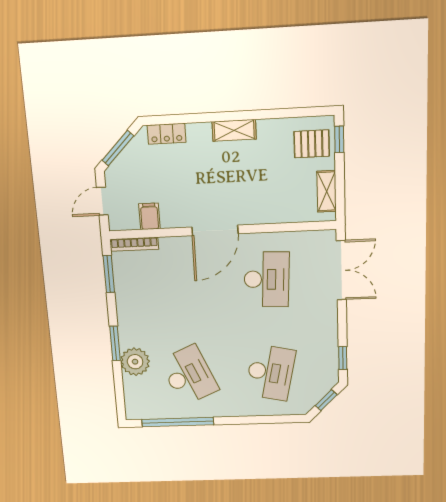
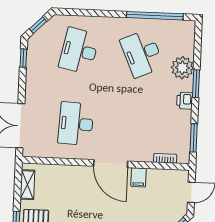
filing cabinet: (149, 216) -> (139, 177), moved
door: (215, 230) -> (111, 164), swing flipped
bookcase: (134, 244) -> (165, 158), width x0.64
printer: (127, 321) -> (185, 101), added

